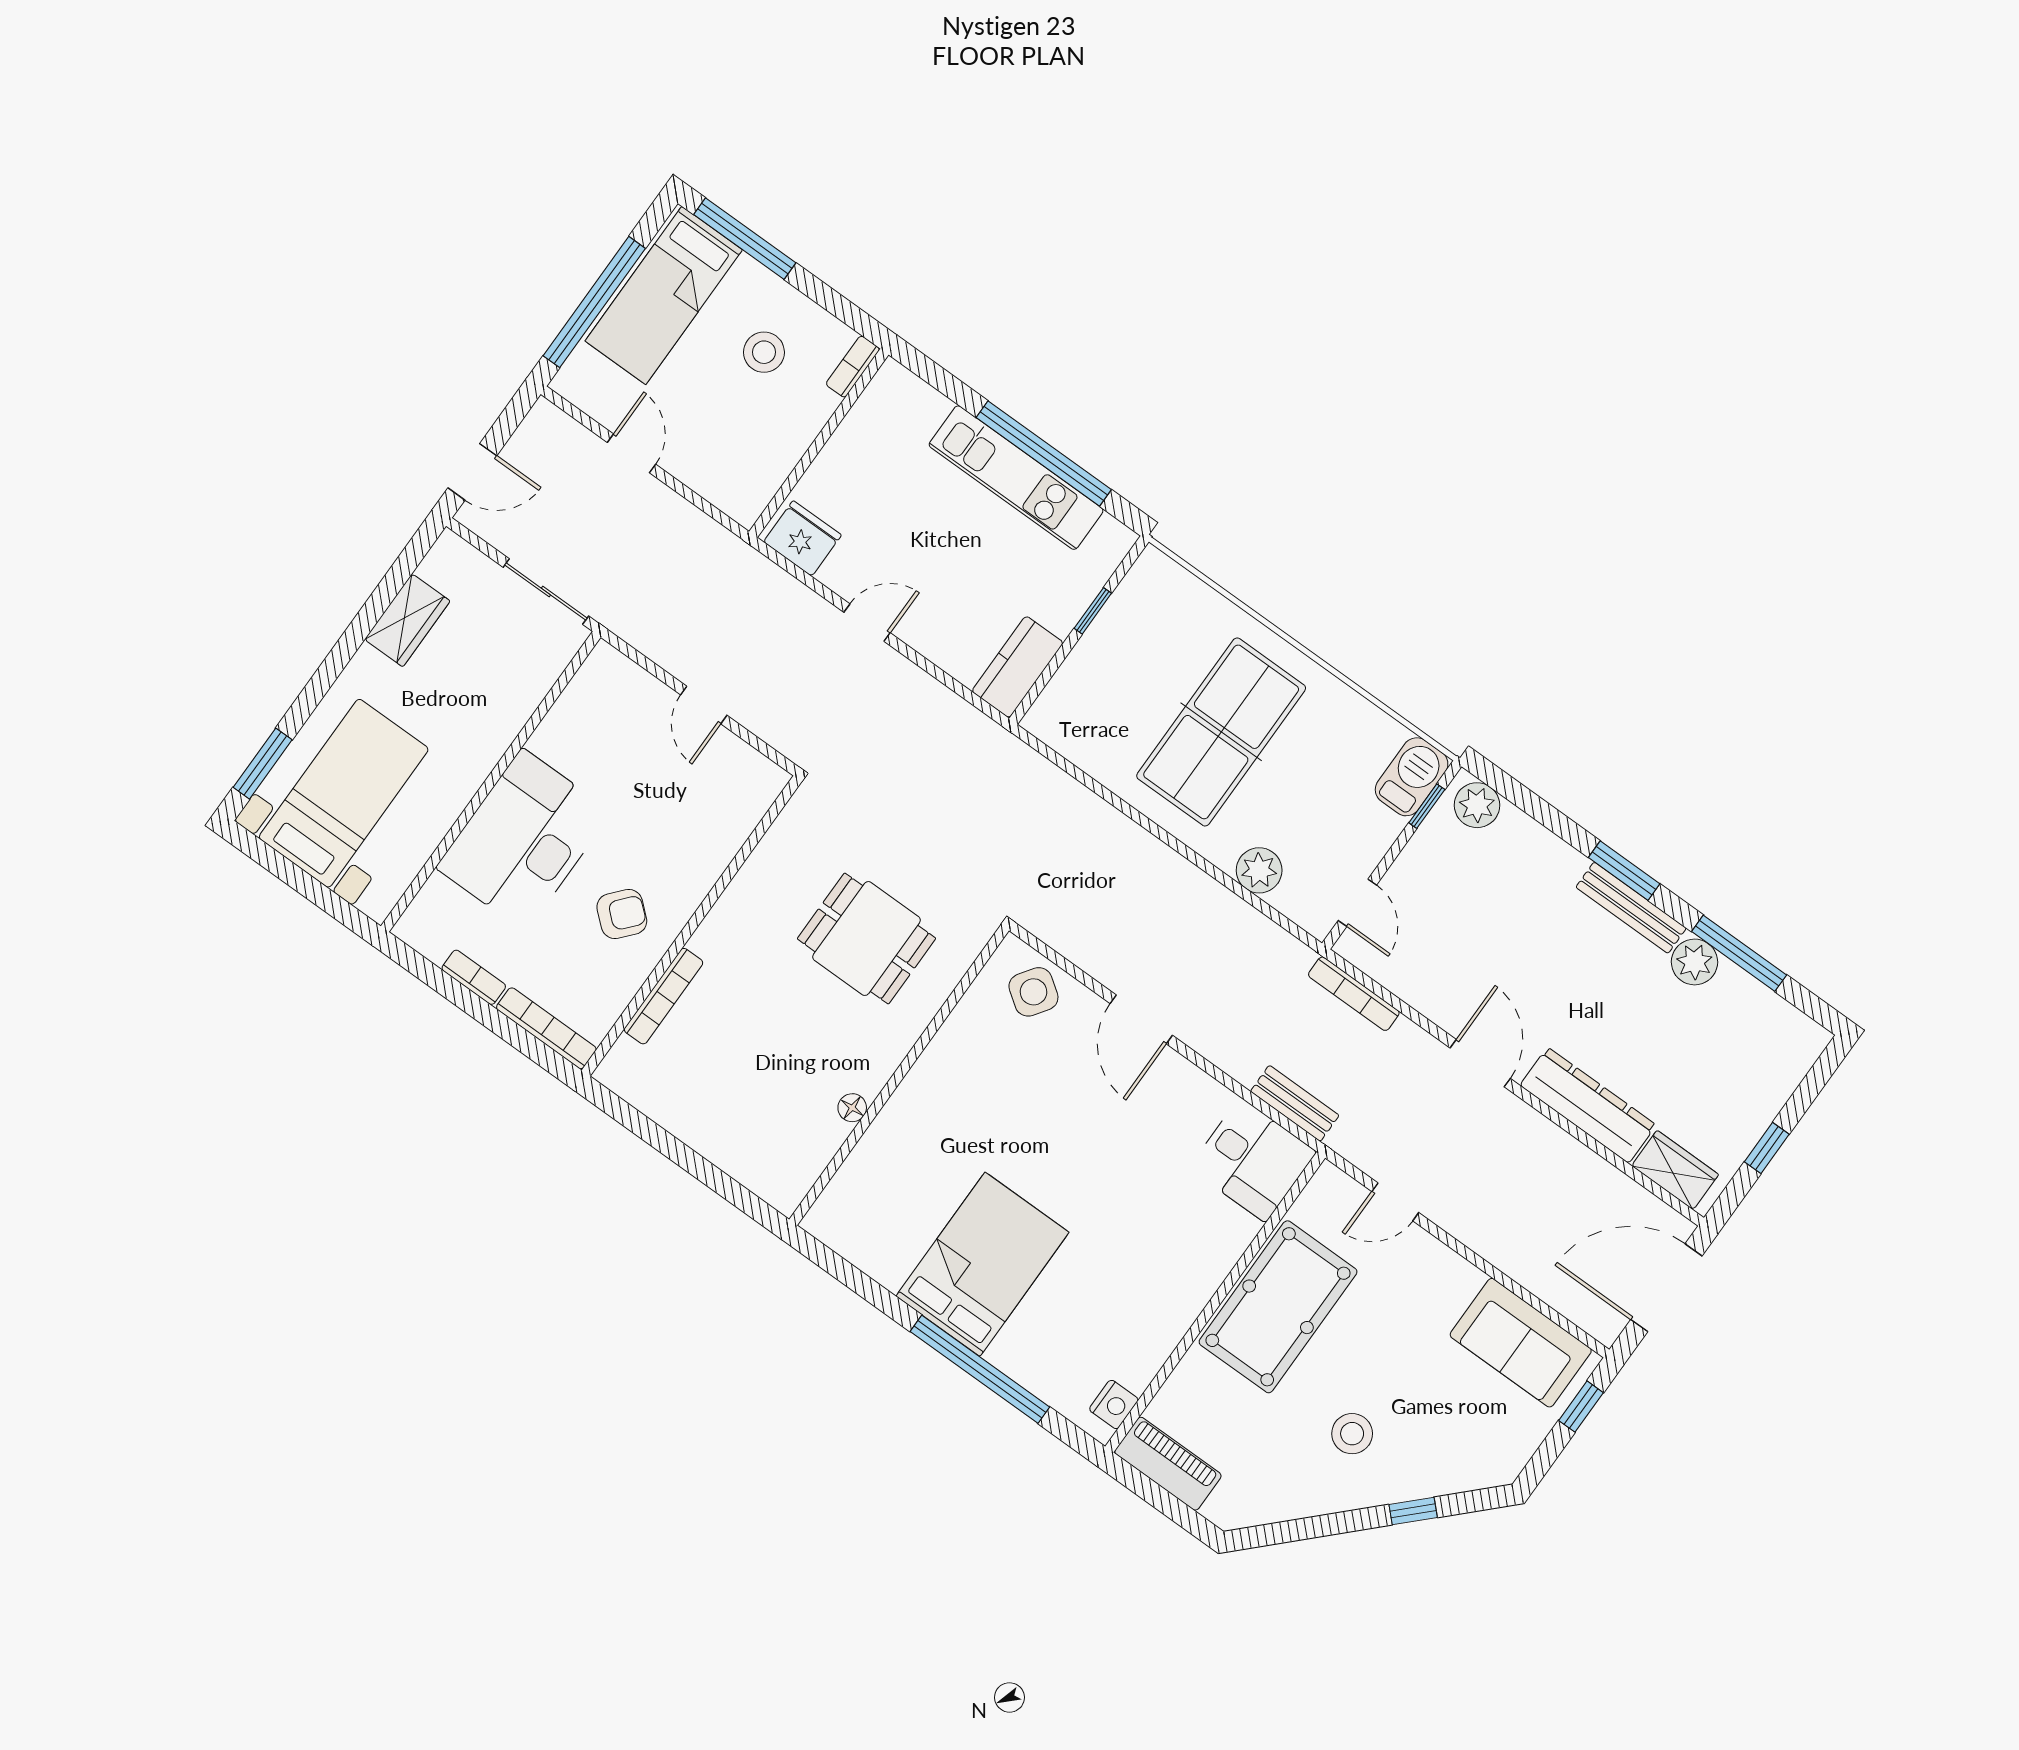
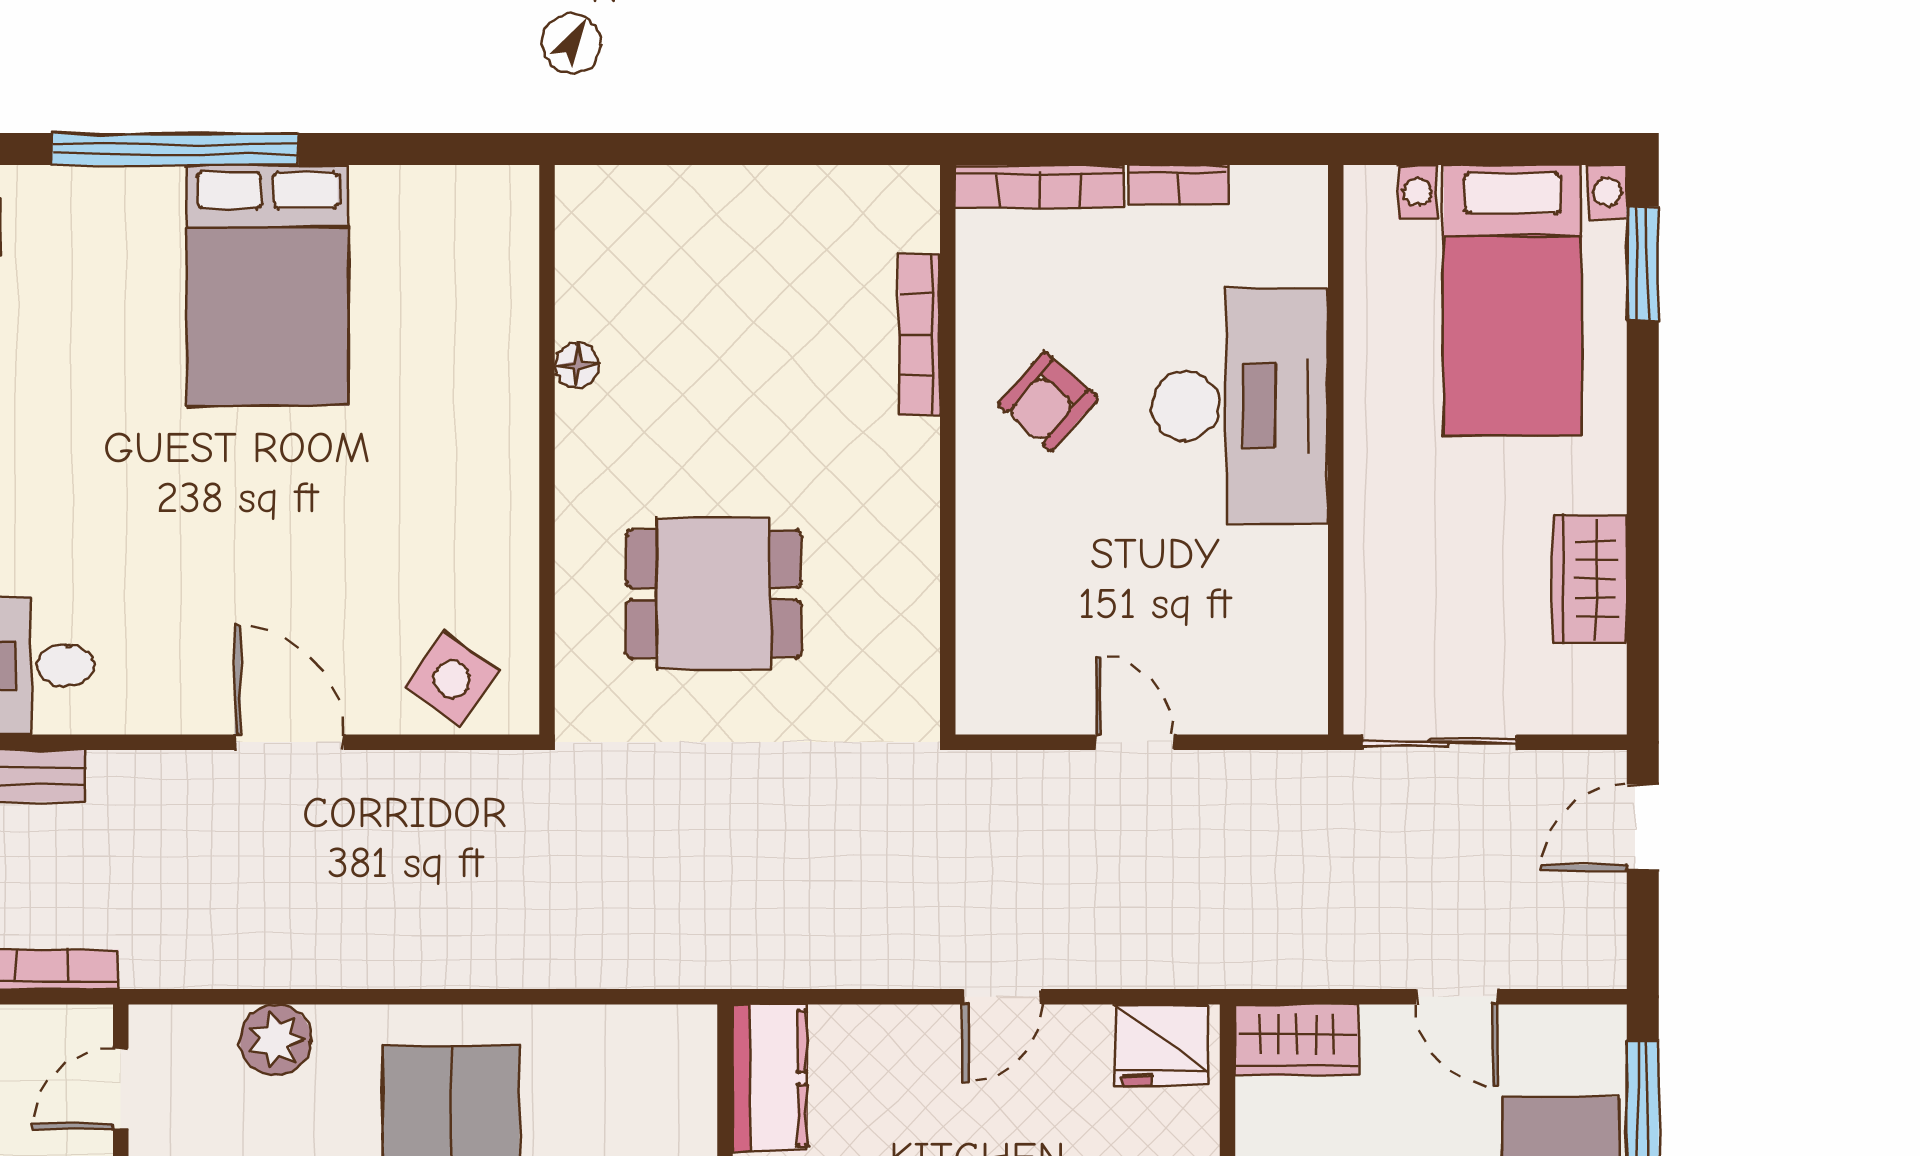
wardrobe: (731, 491) -> (1297, 1040), added
door: (1357, 903) -> (121, 1089), hinge flipped

